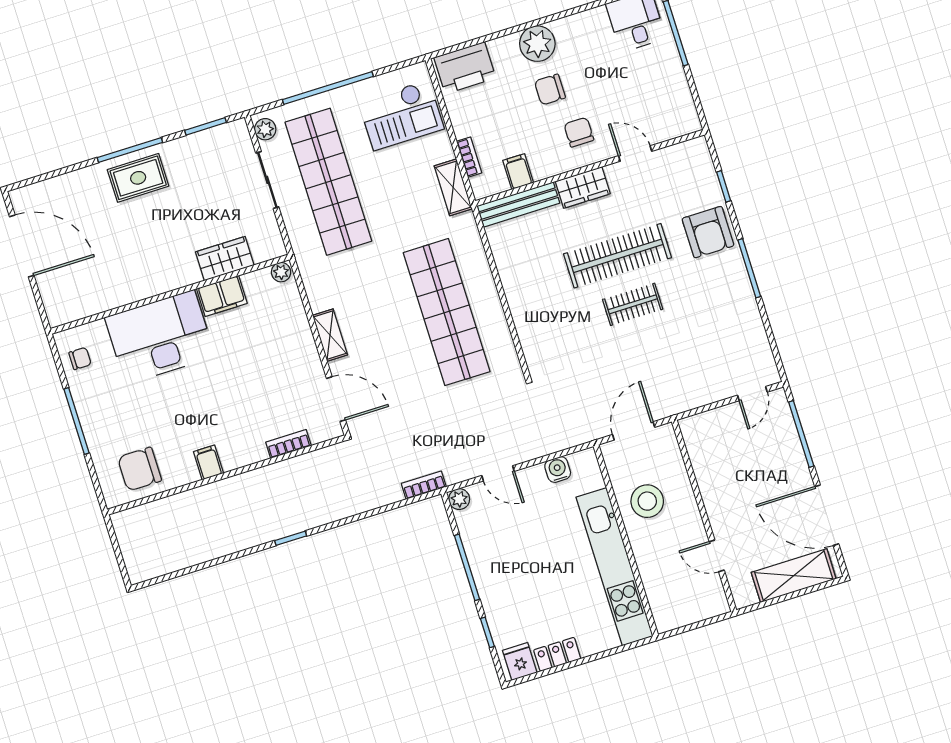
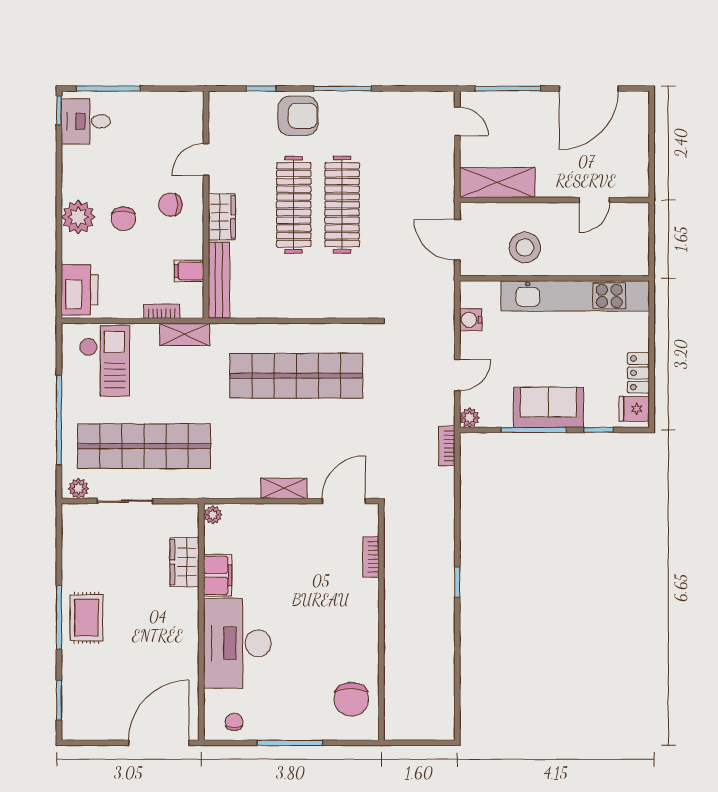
window: (206, 126) -> (59, 700), moved
door: (22, 246) -> (159, 743), moved
clothes rail: (633, 304) -> (342, 205), width x1.86, depth x1.31
filing cabinet: (208, 462) -> (365, 635), removed
sofa: (494, 575) -> (548, 407), added
shelving: (794, 576) -> (497, 183), moved, turned 90

